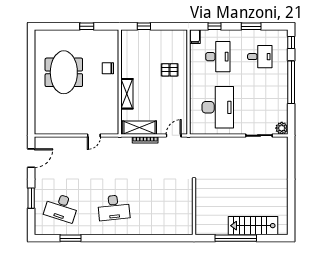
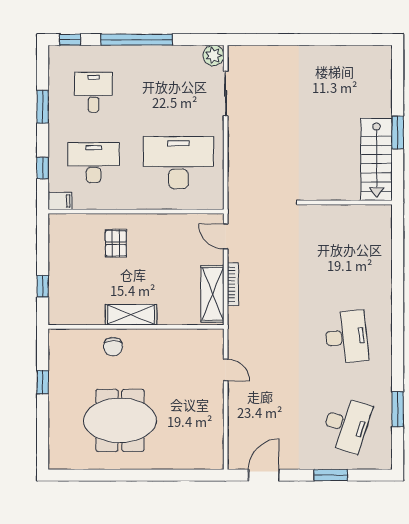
shelving: (127, 94) -> (131, 315), moved
door: (31, 158) -> (264, 475), hinge flipped
stairs: (253, 226) -> (377, 159), moved
window: (236, 238) -> (398, 132), width x0.47

